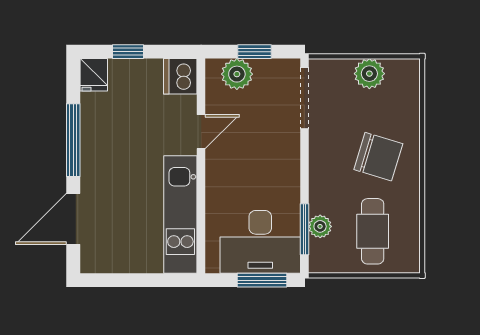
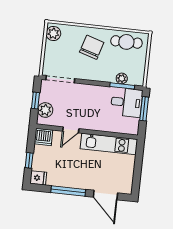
plant: (369, 74) -> (53, 34), moved
door: (201, 132) -> (71, 130), swing flipped
cafe table: (373, 231) -> (126, 42), moved
desk: (260, 242) -> (127, 102), width x0.73

